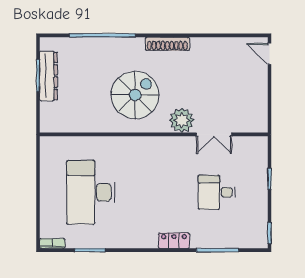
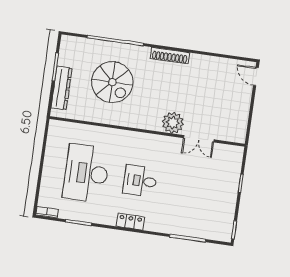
dresser: (48, 76) -> (62, 88), moved
spiral stairs: (135, 95) -> (112, 82), moved, turned 90
desk: (217, 192) -> (140, 181), moved
locker: (174, 241) -> (130, 222), moved

